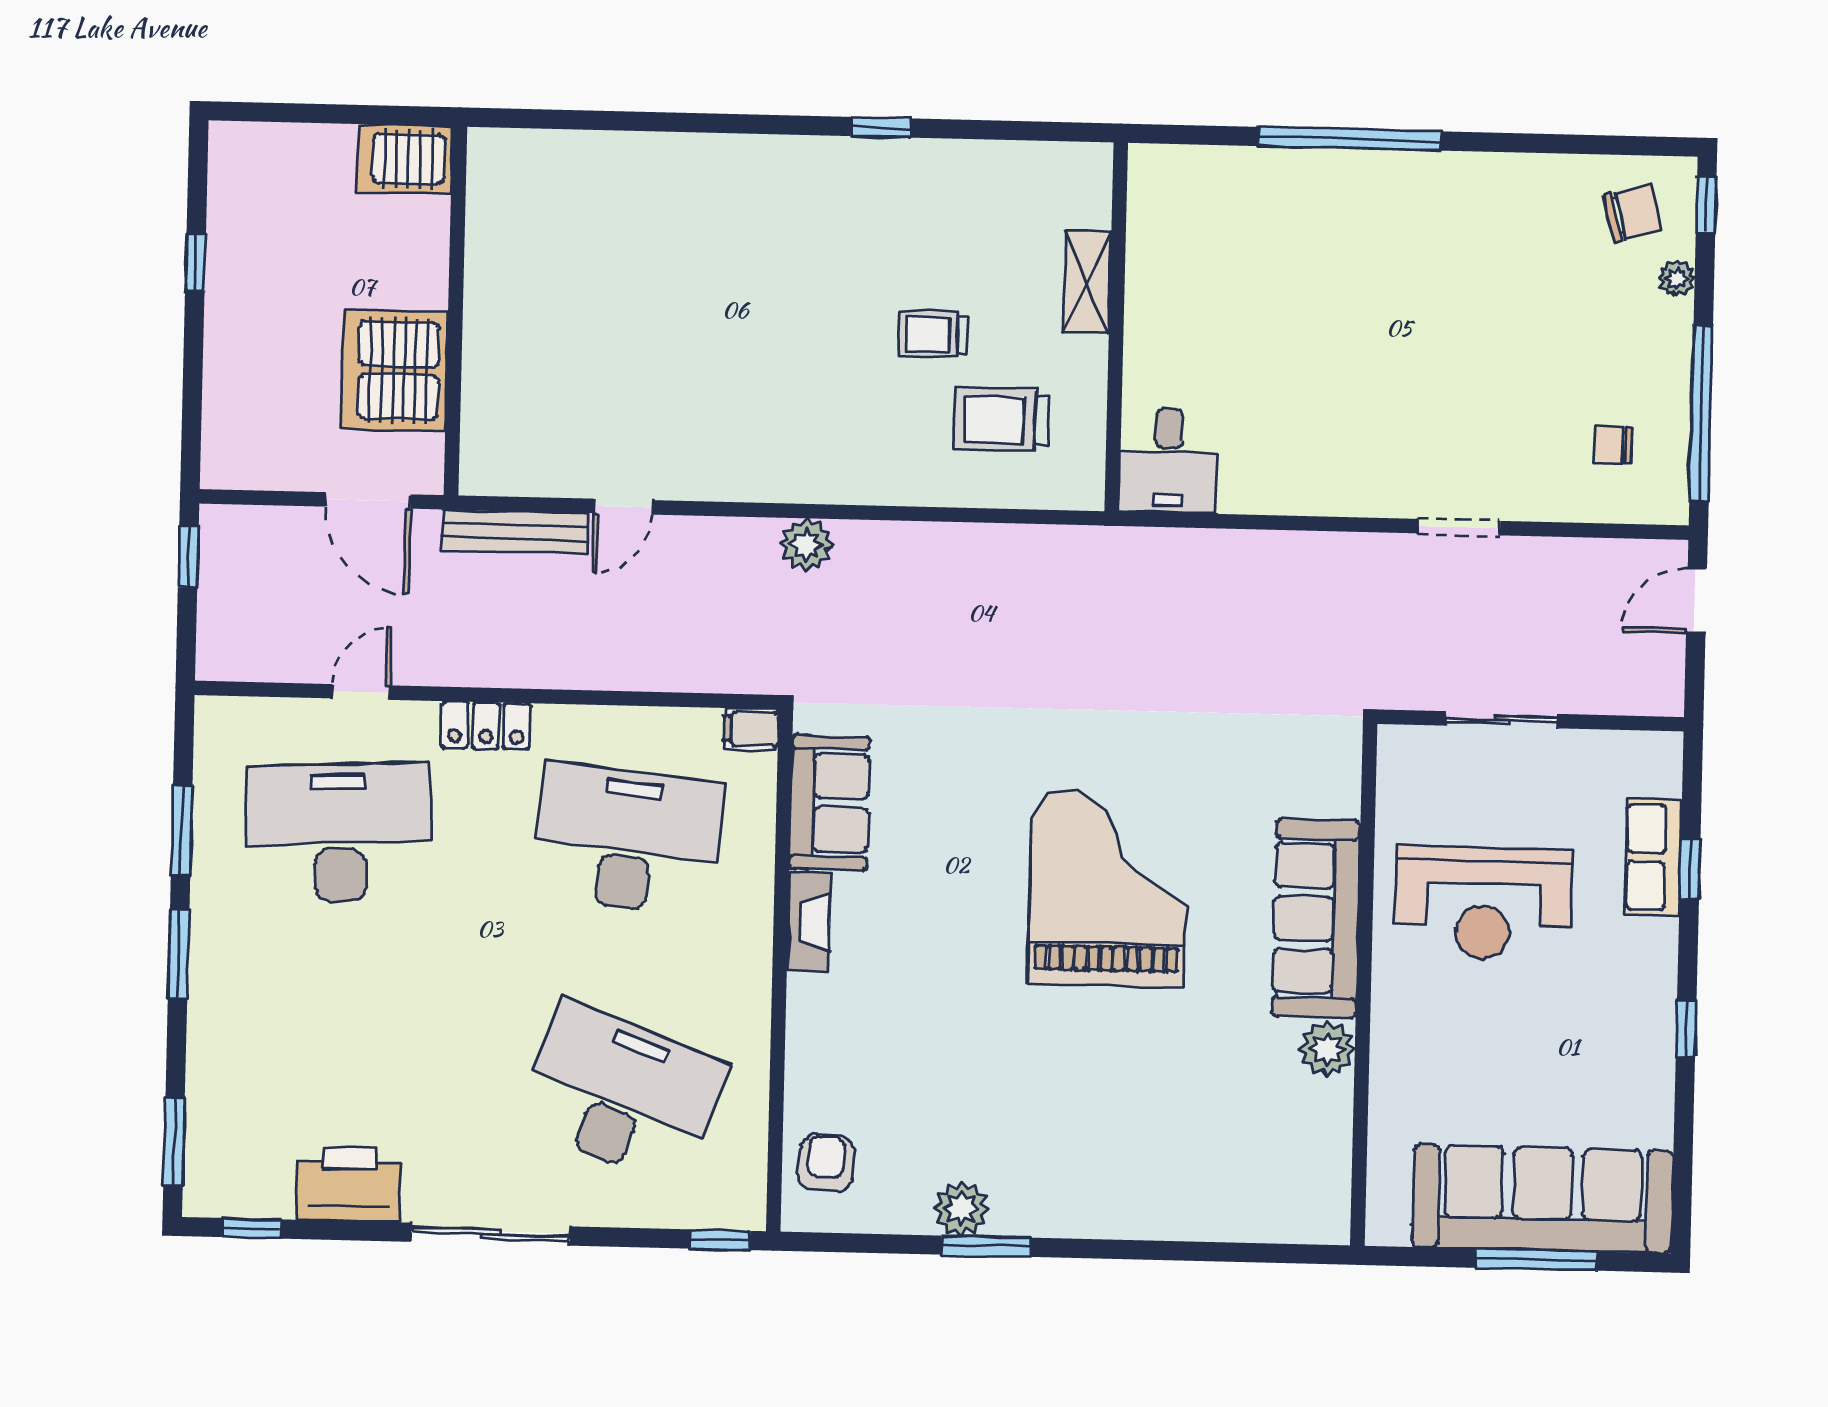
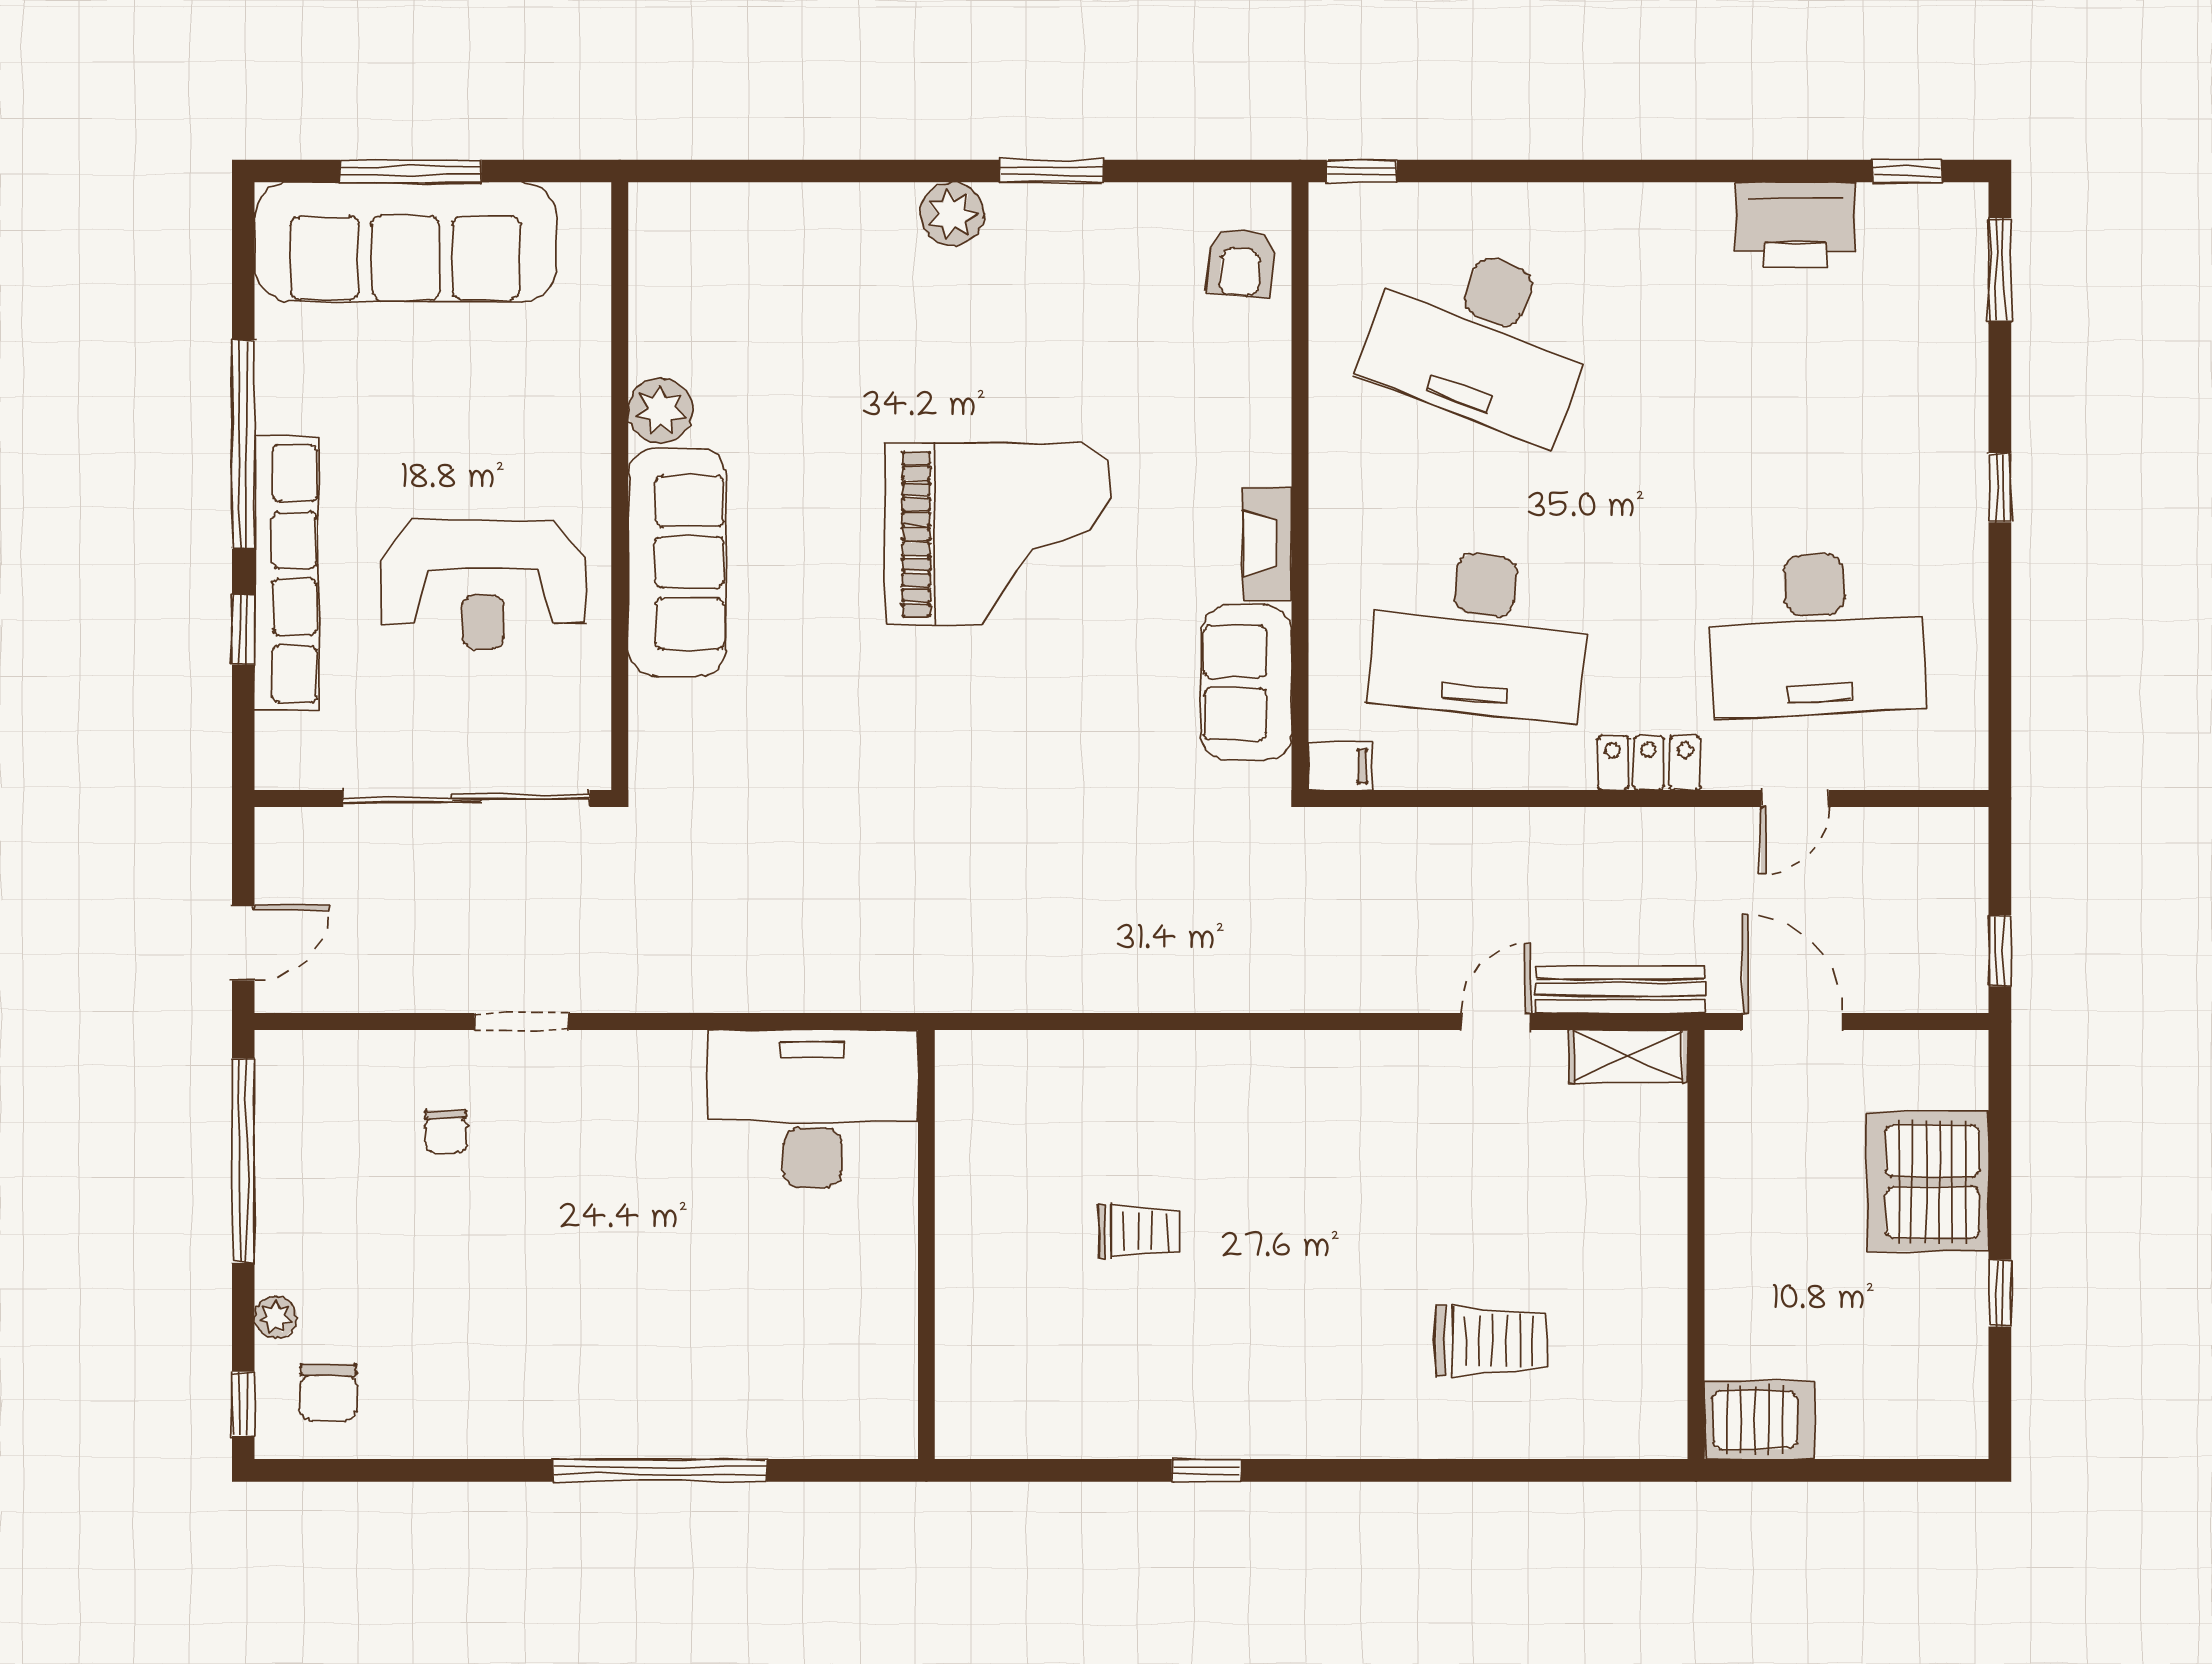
chair: (1633, 213) -> (329, 1392), turned -76
shelving: (1087, 282) -> (1628, 1057), moved, turned 90
server rack: (394, 370) -> (1928, 1182), moved, turned 180
trolley: (1001, 420) -> (1492, 1341), moved
chair: (1613, 445) -> (446, 1131), moved, turned 90
desk: (1169, 461) -> (813, 1109), width x1.87, depth x1.30
plant: (806, 545) -> (1281, 982), removed
sliding door: (1502, 720) -> (466, 798), width x1.86
window: (182, 830) -> (2000, 632), removed
row of seats: (1653, 857) -> (287, 574), width x2.02
grand piano: (1108, 888) -> (998, 534), moved, turned -90
reception desk: (1483, 903) -> (483, 584), turned 180
window: (179, 954) -> (2000, 488), width x0.67
window: (1686, 1028) -> (243, 444), width x3.17
plant: (961, 1209) -> (952, 214), moved
sliding door: (490, 1234) -> (1629, 171), removed

